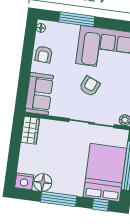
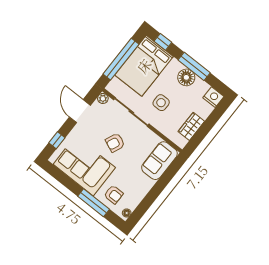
armchair: (43, 54) -> (114, 195), moved, turned 87
wardrobe: (30, 130) -> (191, 126), moved
side table: (69, 148) -> (161, 103), added
floor lamp: (43, 182) -> (186, 77), moved

